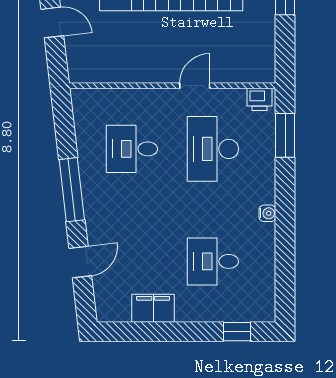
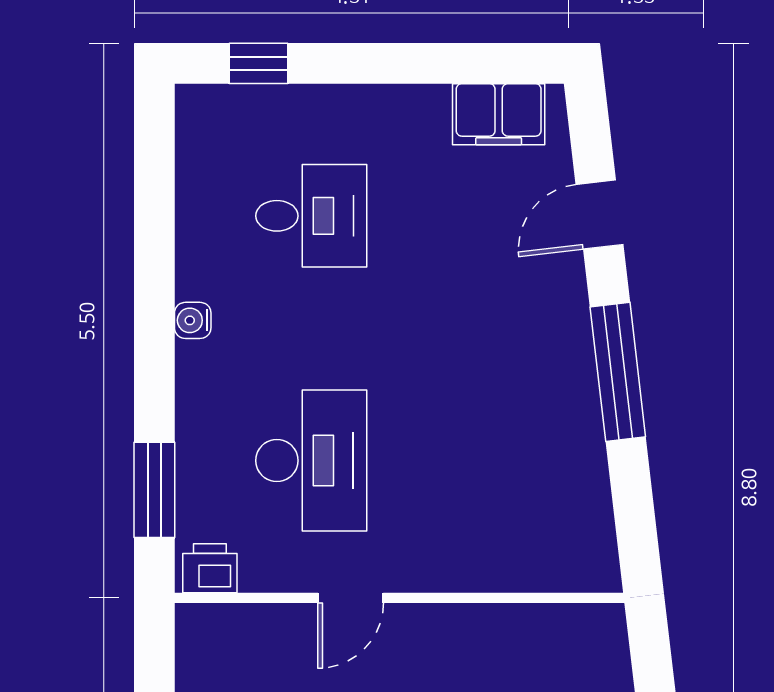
desk: (132, 149) -> (487, 461), removed
filing cabinet: (153, 308) -> (499, 114), moved

